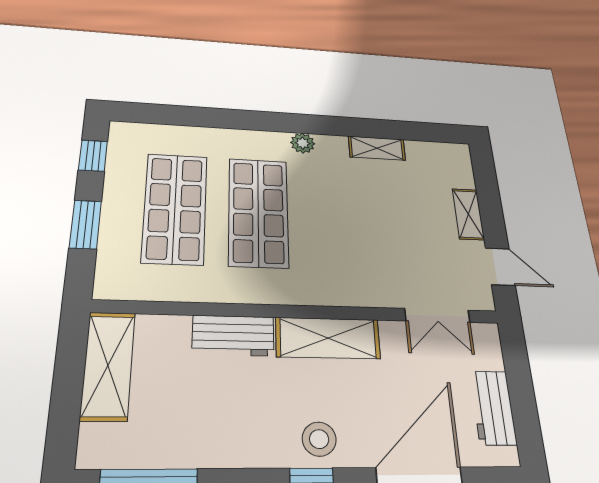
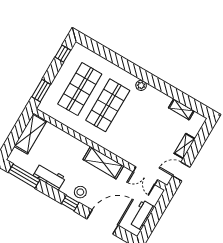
shelving: (377, 148) -> (181, 109), moved
window: (85, 224) -> (41, 91), moved
door: (500, 267) -> (181, 172), swing flipped
workbench: (233, 336) -> (49, 177), moved, turned 180

